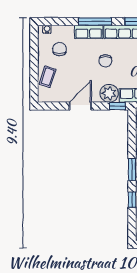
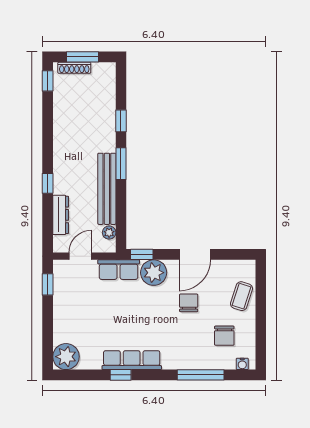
window: (95, 21) -> (201, 375), moved
row of seats: (89, 32) -> (183, 360), removed
chair: (105, 61) -> (189, 303), moved

